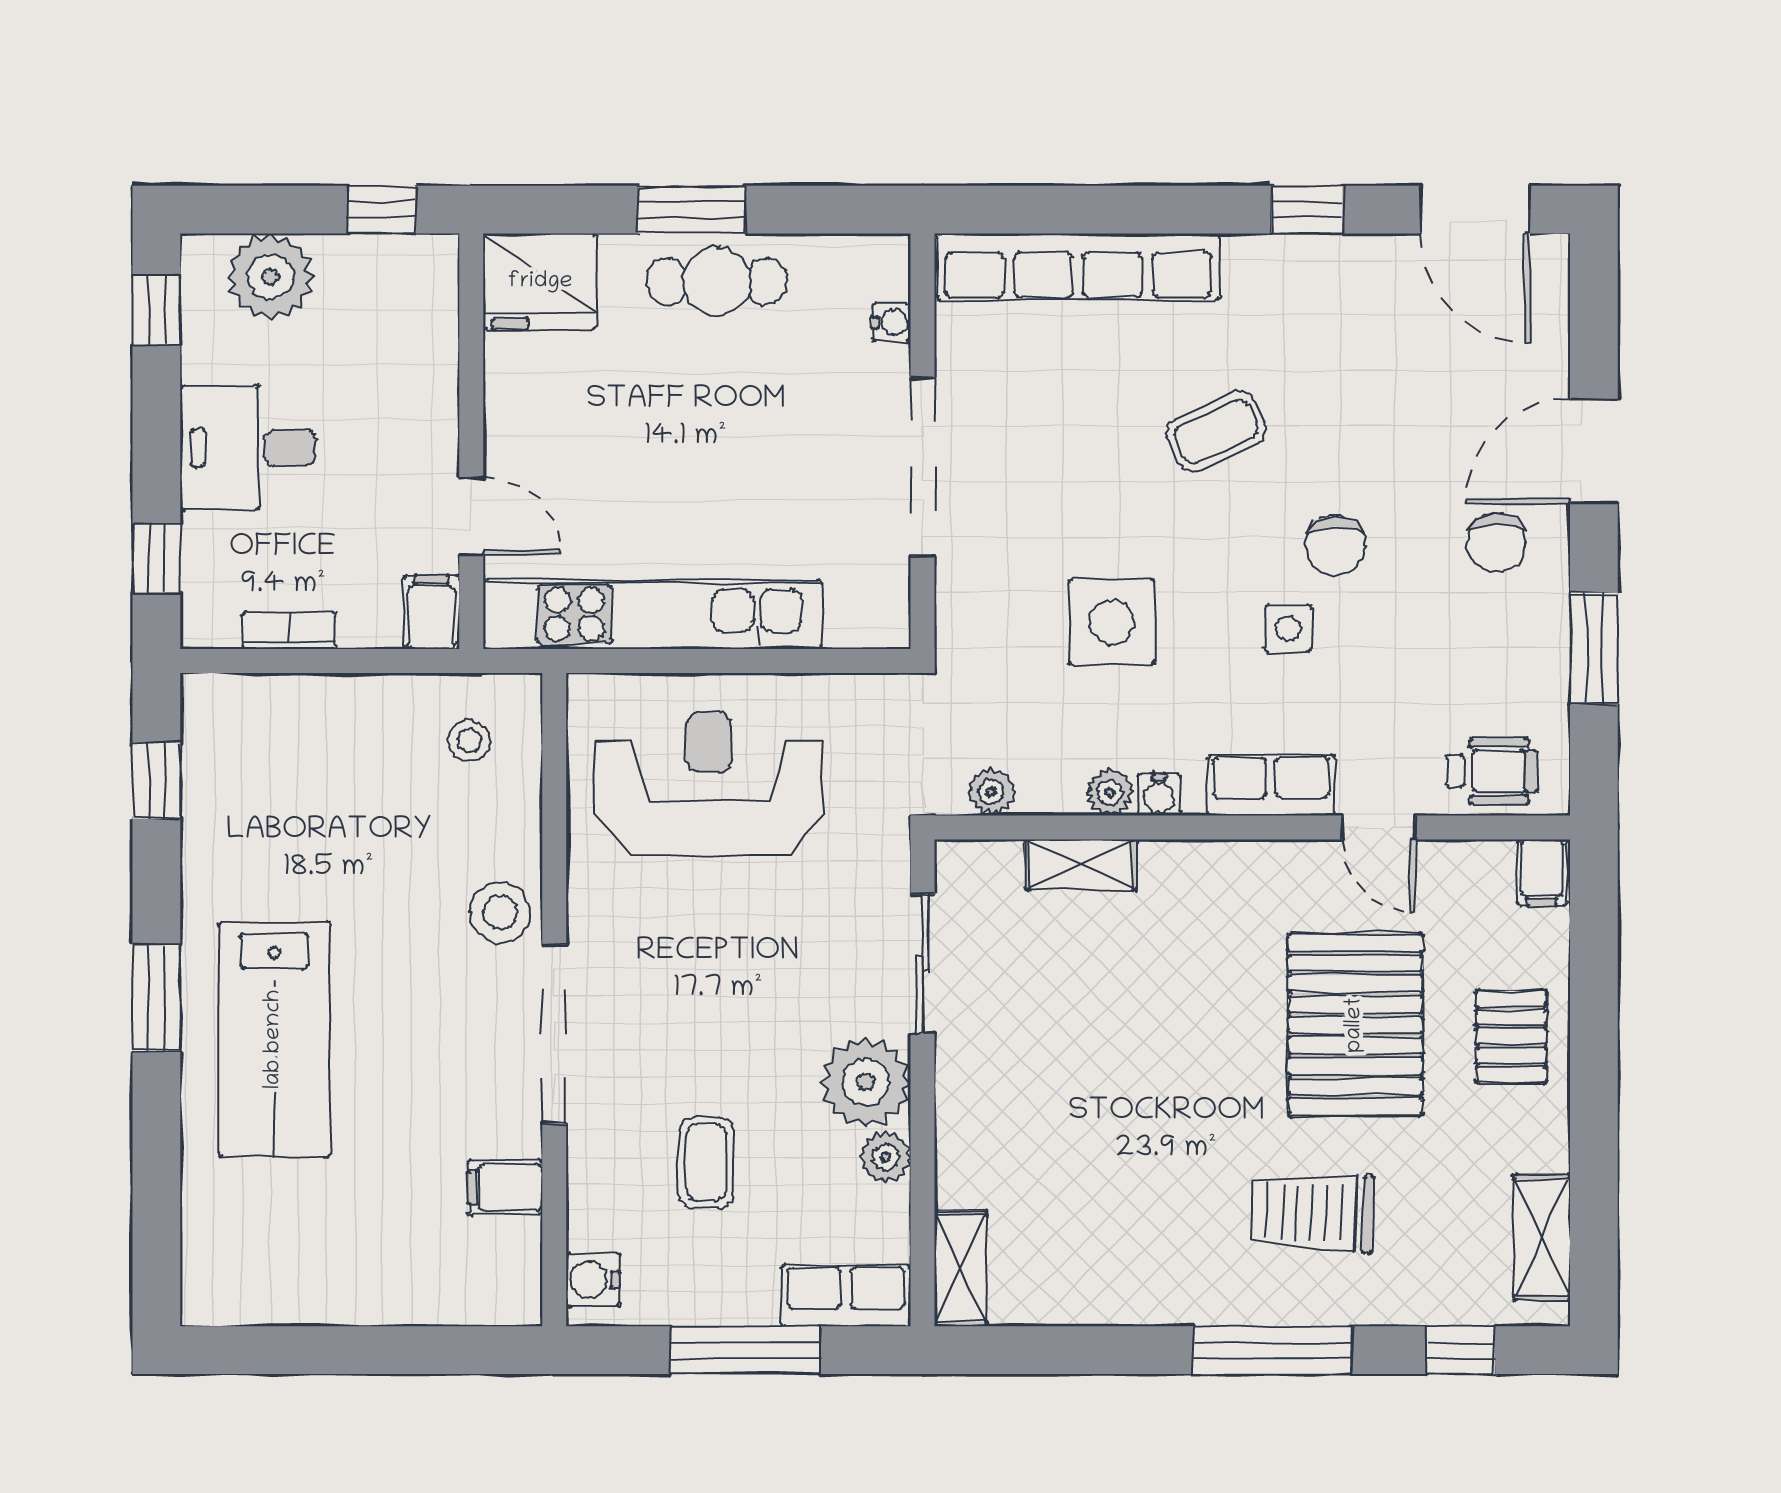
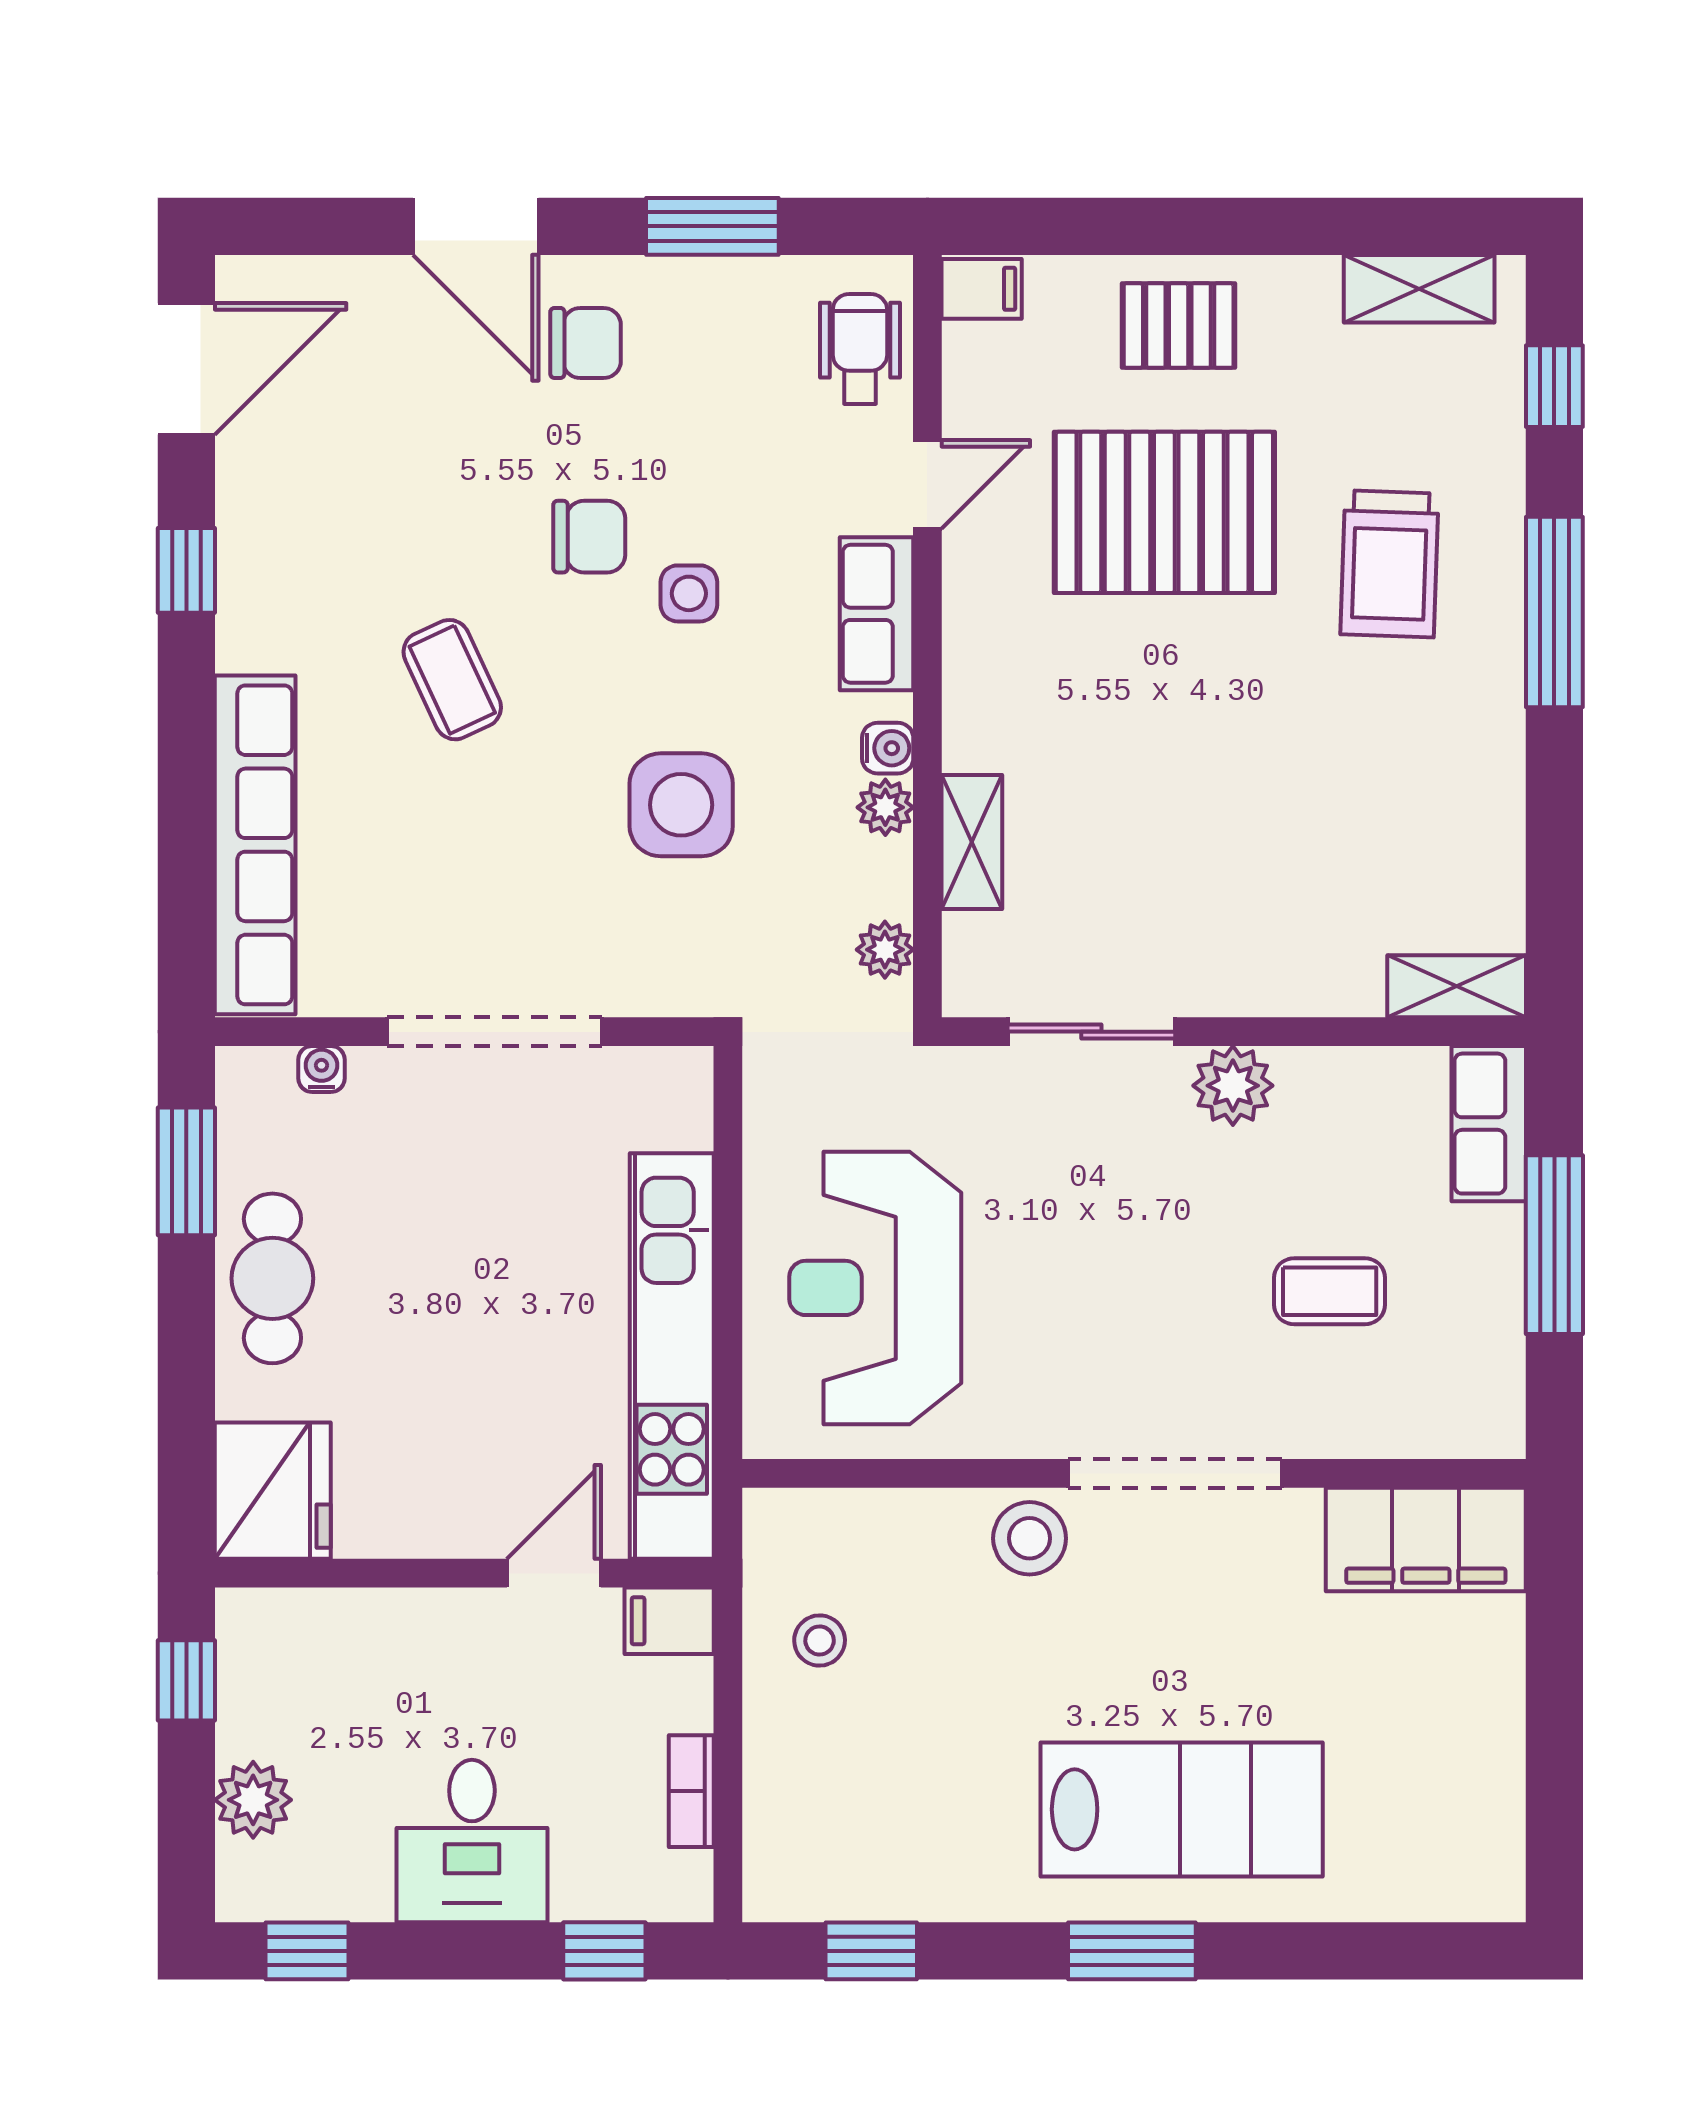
window: (691, 210) -> (186, 1171), moved
plant: (271, 277) -> (253, 1800), width x0.73, depth x0.73
stool: (469, 740) -> (820, 1640), moved
plant: (866, 1082) -> (1233, 1086), width x0.73, depth x0.73
plant: (885, 1157) -> (1323, 1076), removed
filing cabinet: (505, 1187) -> (1426, 1539), width x3.00, depth x1.17
water cooler: (593, 1279) -> (1470, 1427), removed

